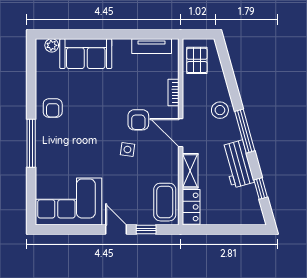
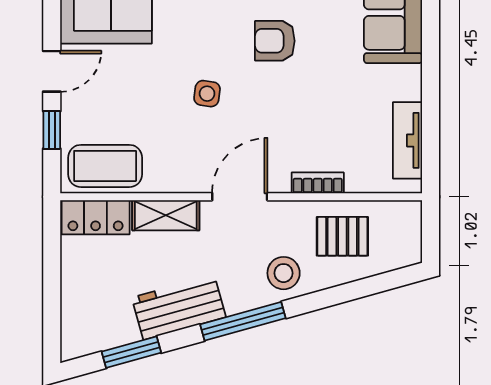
pallet: (197, 60) -> (342, 236), moved
armchair: (138, 120) -> (275, 41), moved
window: (261, 188) -> (131, 352), width x1.50

